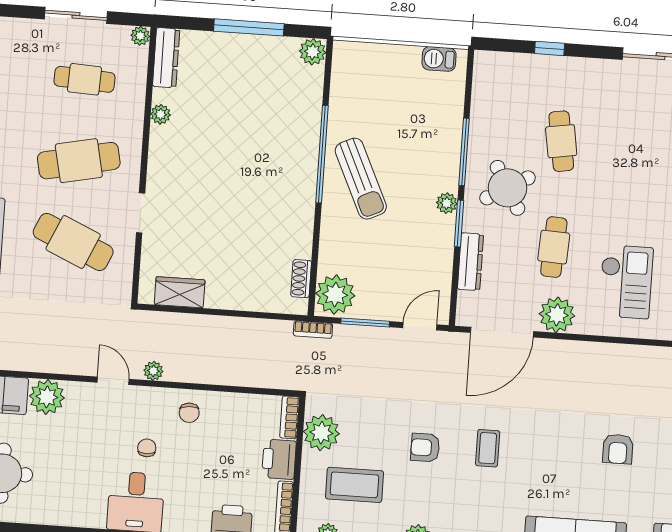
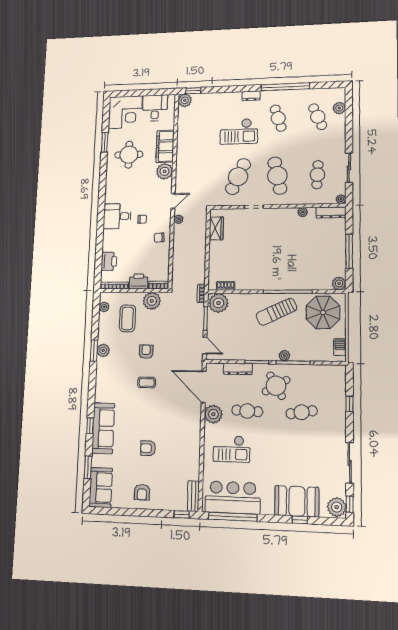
parasol: (368, 87) -> (323, 312), added
plant: (447, 203) -> (284, 356), moved

